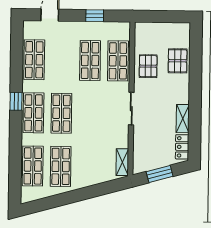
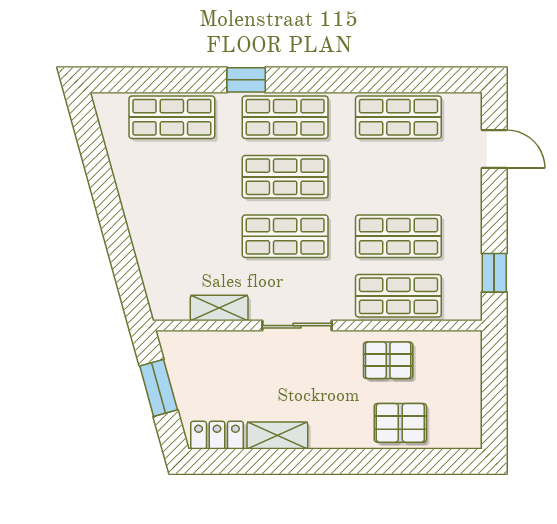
window: (95, 16) -> (494, 273), moved
window: (16, 101) -> (246, 80), moved
shelving: (122, 162) -> (219, 308), moved
shop shelf: (61, 166) -> (285, 236), moved

